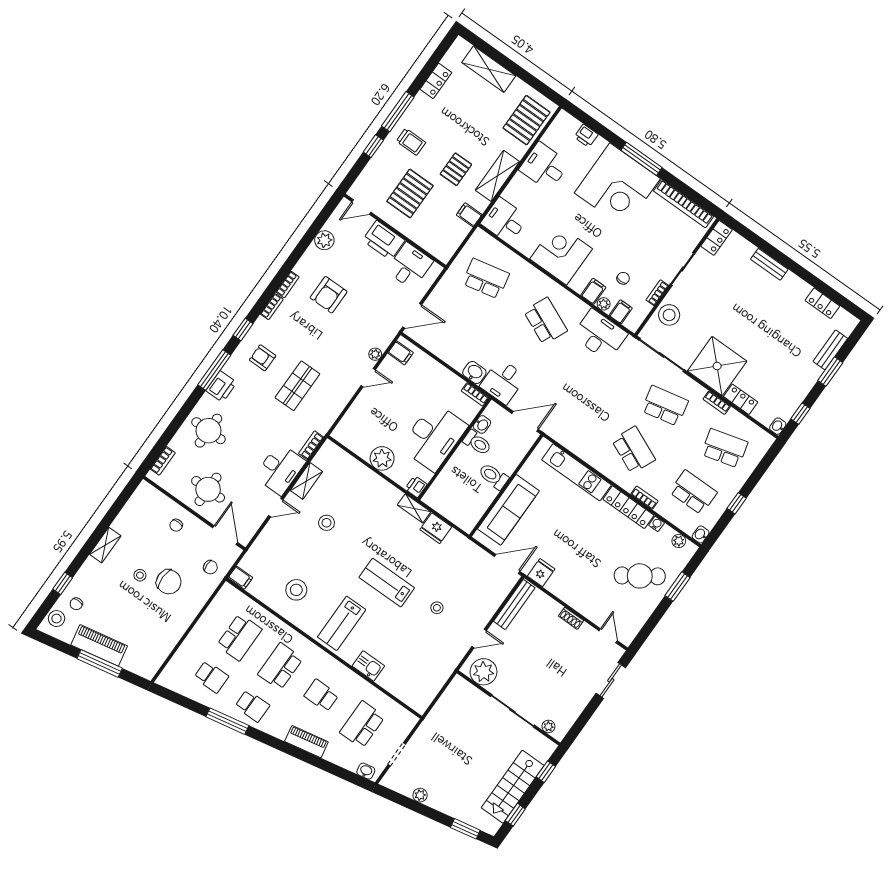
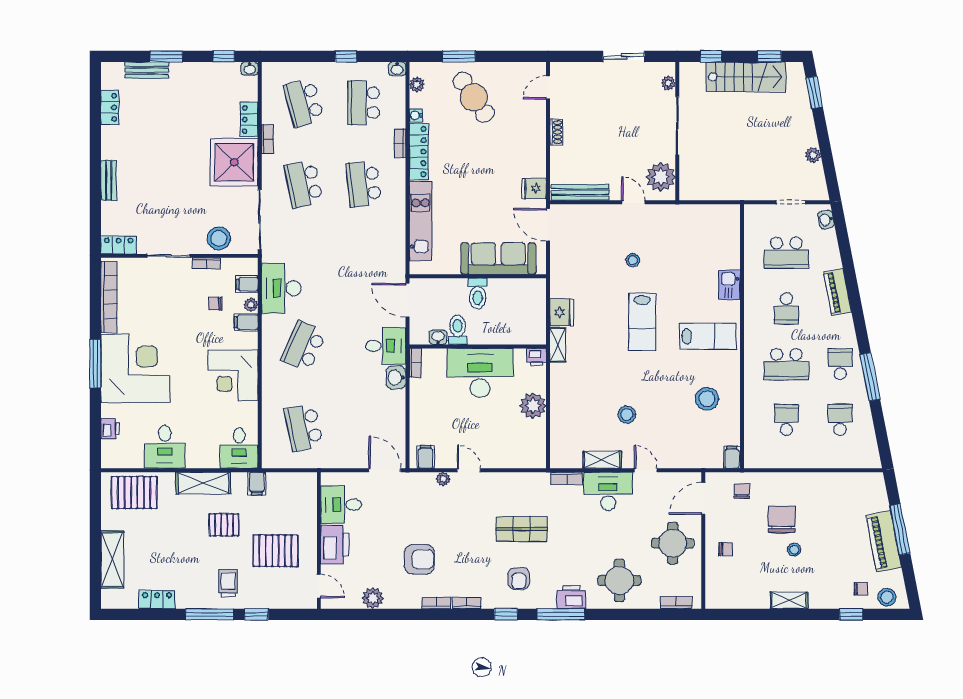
school desk: (634, 450) -> (364, 184), turned -30
school desk: (239, 637) -> (786, 420), width x0.54
sliding door: (611, 680) -> (624, 56), moved

